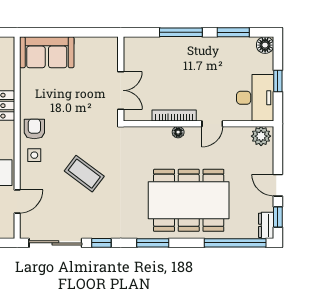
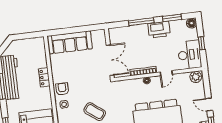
printer: (209, 49) -> (159, 30), added
sofa: (47, 52) -> (70, 42), width x1.36
double door: (121, 90) -> (110, 60), width x1.37

